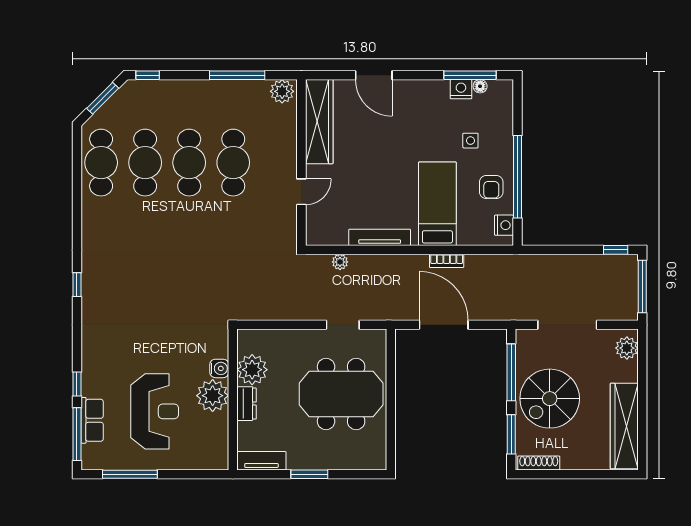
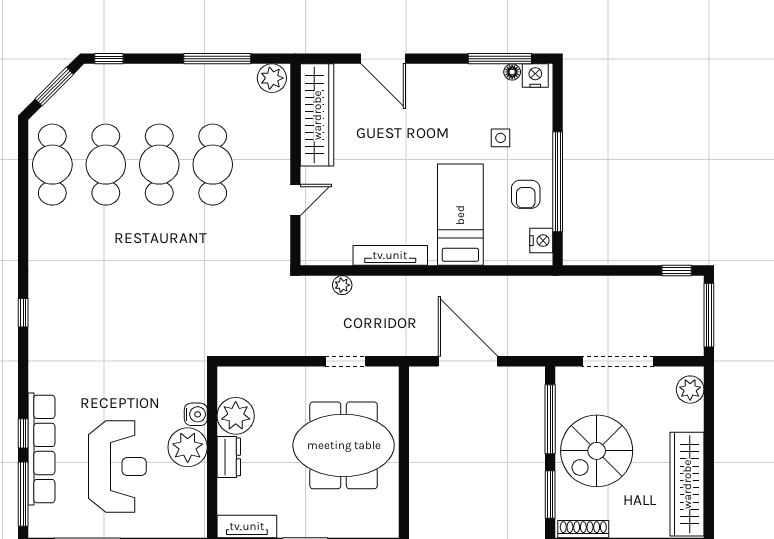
nightstand: (461, 89) -> (535, 76), moved
bookcase: (447, 261) -> (472, 284), removed
row of seats: (92, 420) -> (41, 449), width x2.02

